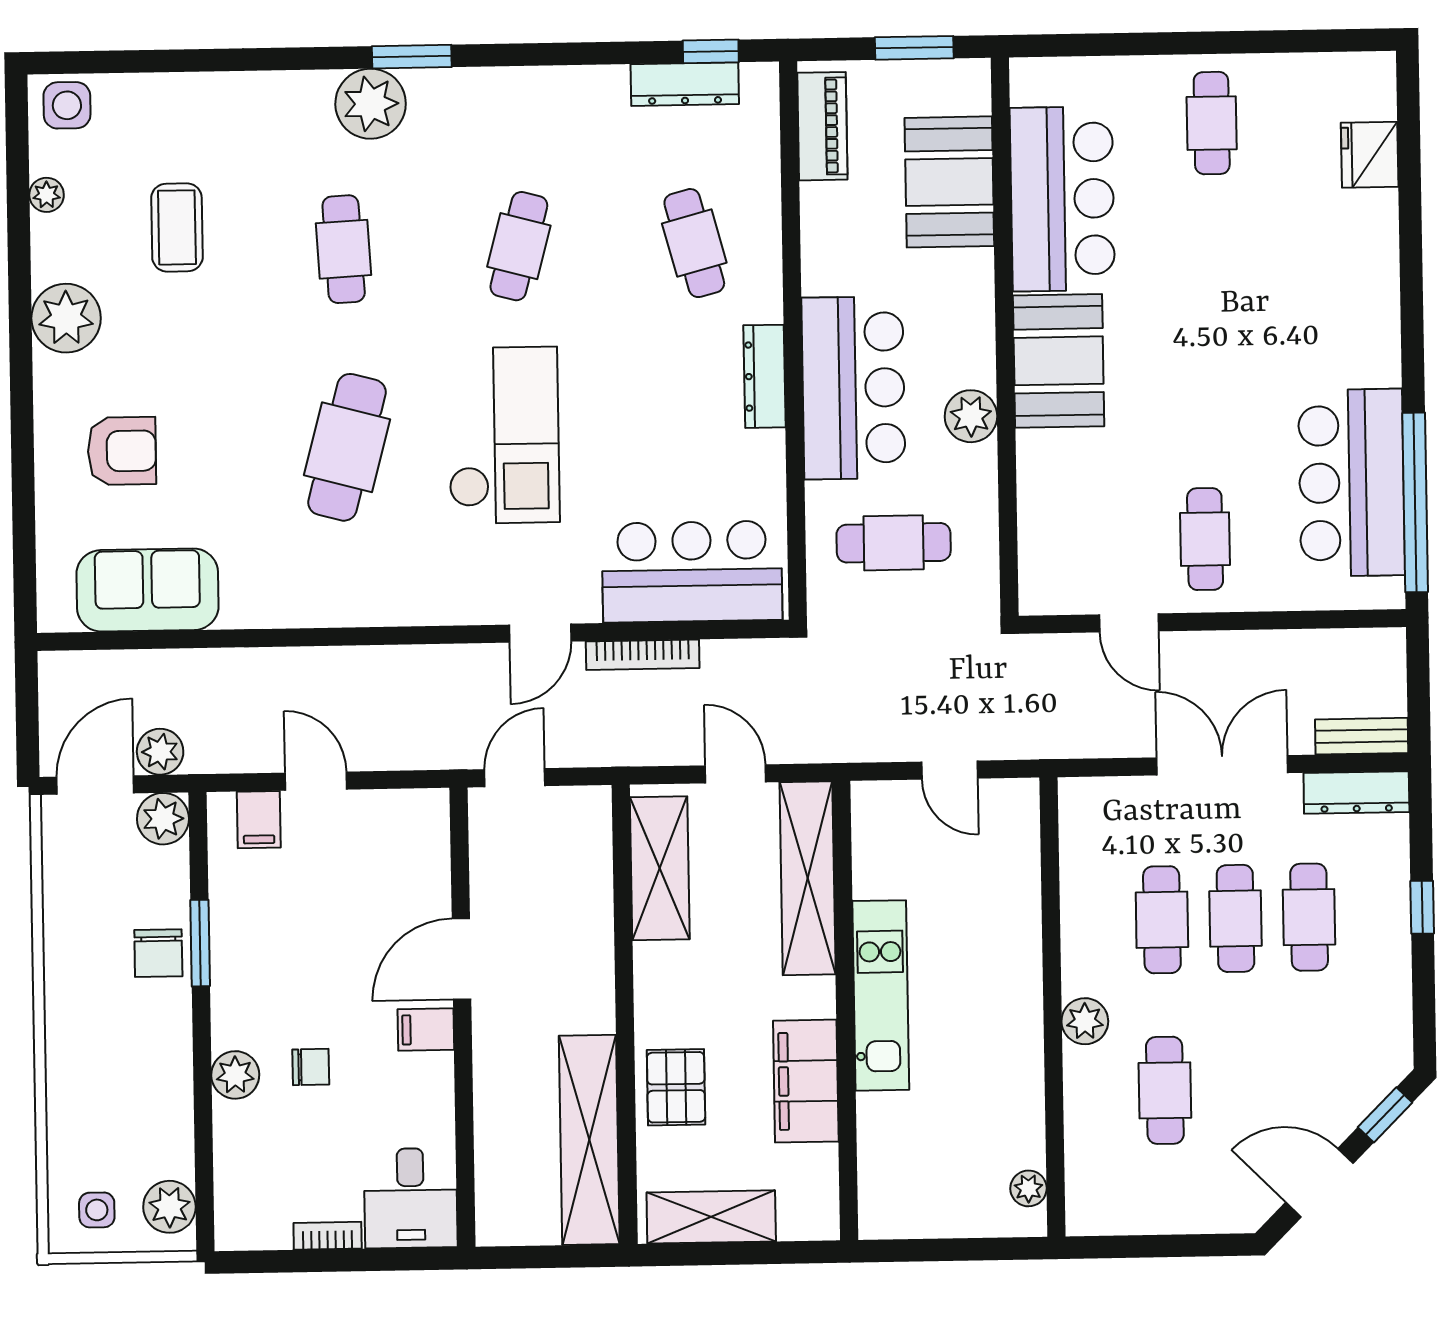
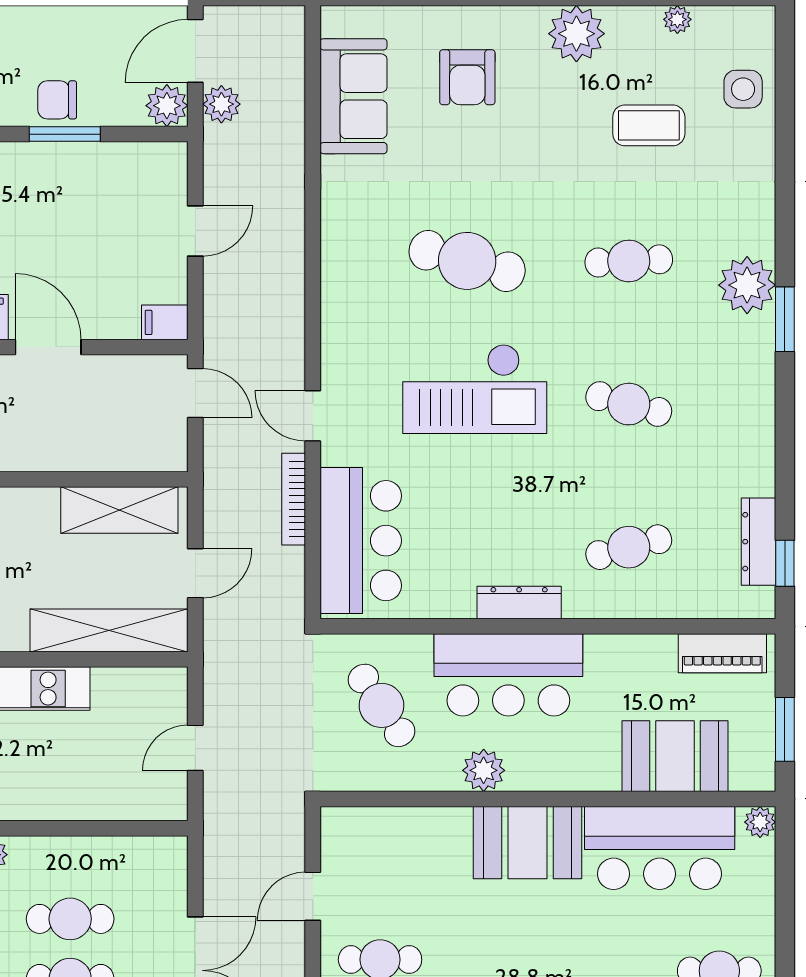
plant: (1028, 76) -> (760, 822), added
side table: (67, 105) -> (743, 89), moved
cafe table: (894, 543) -> (381, 705), turned -34
door: (95, 785) -> (195, 51), swing flipped
filing cabinet: (259, 820) -> (165, 322), moved

